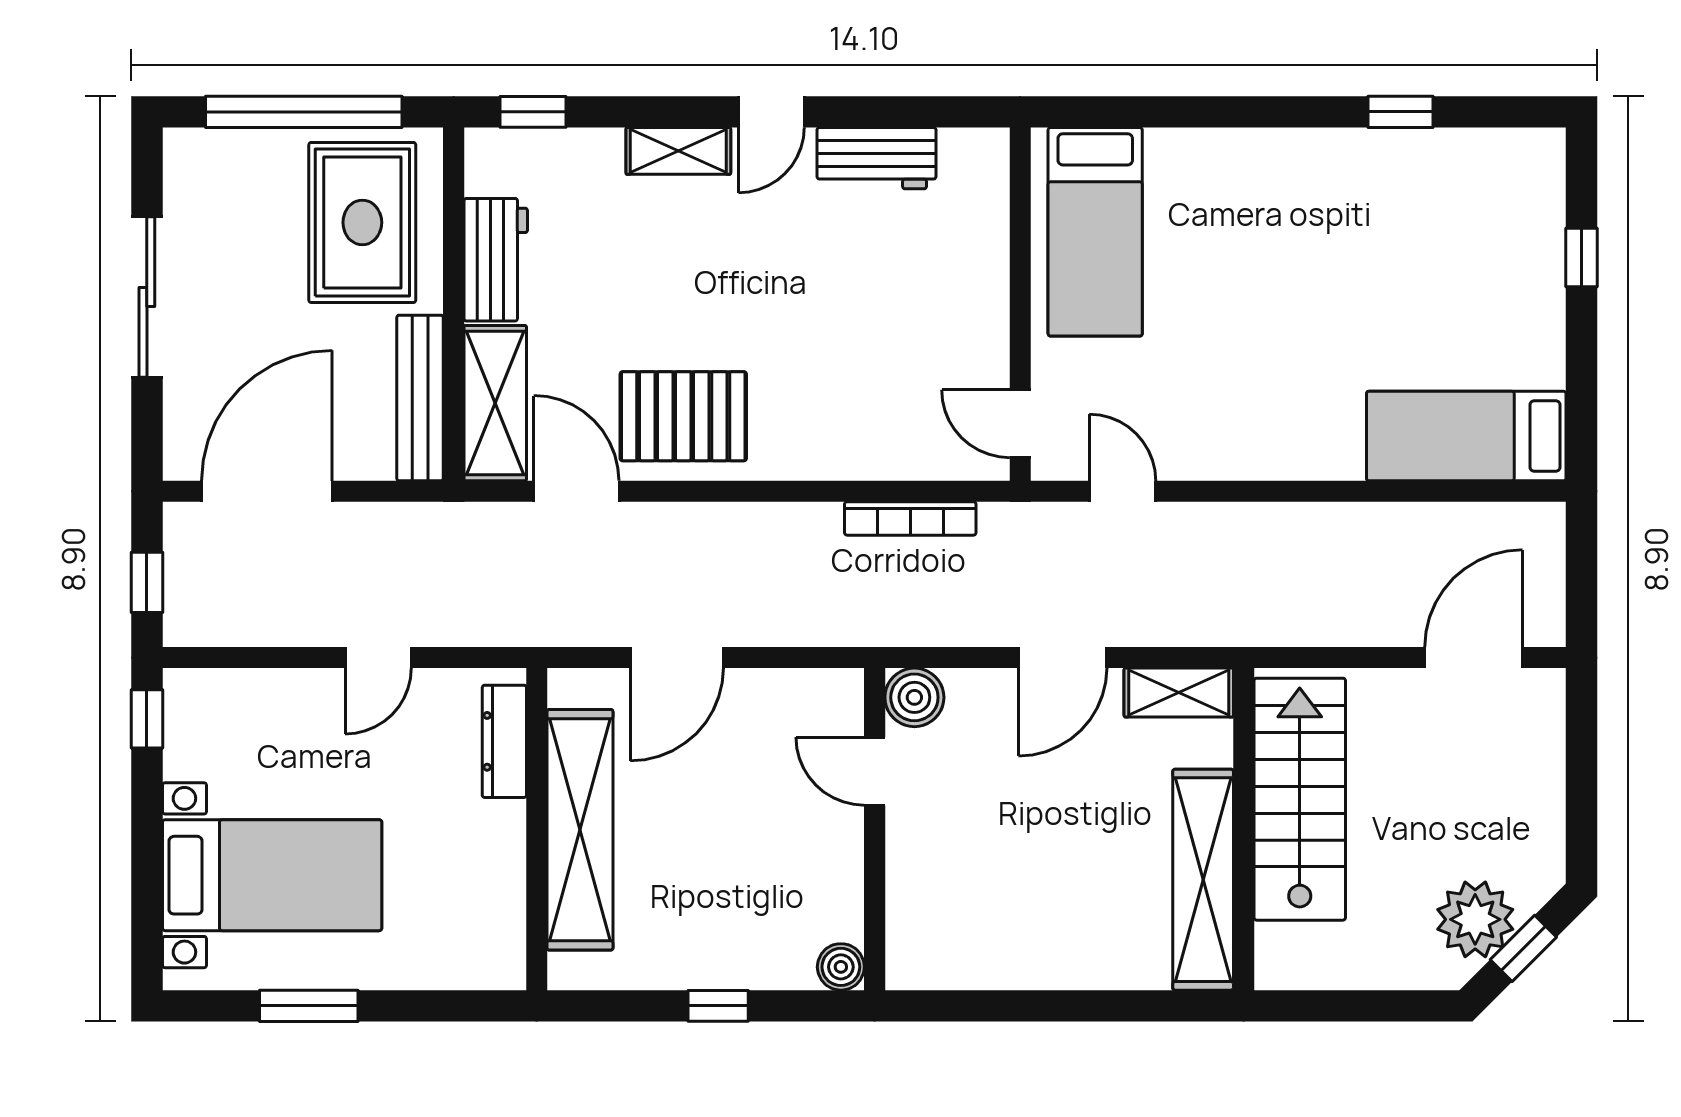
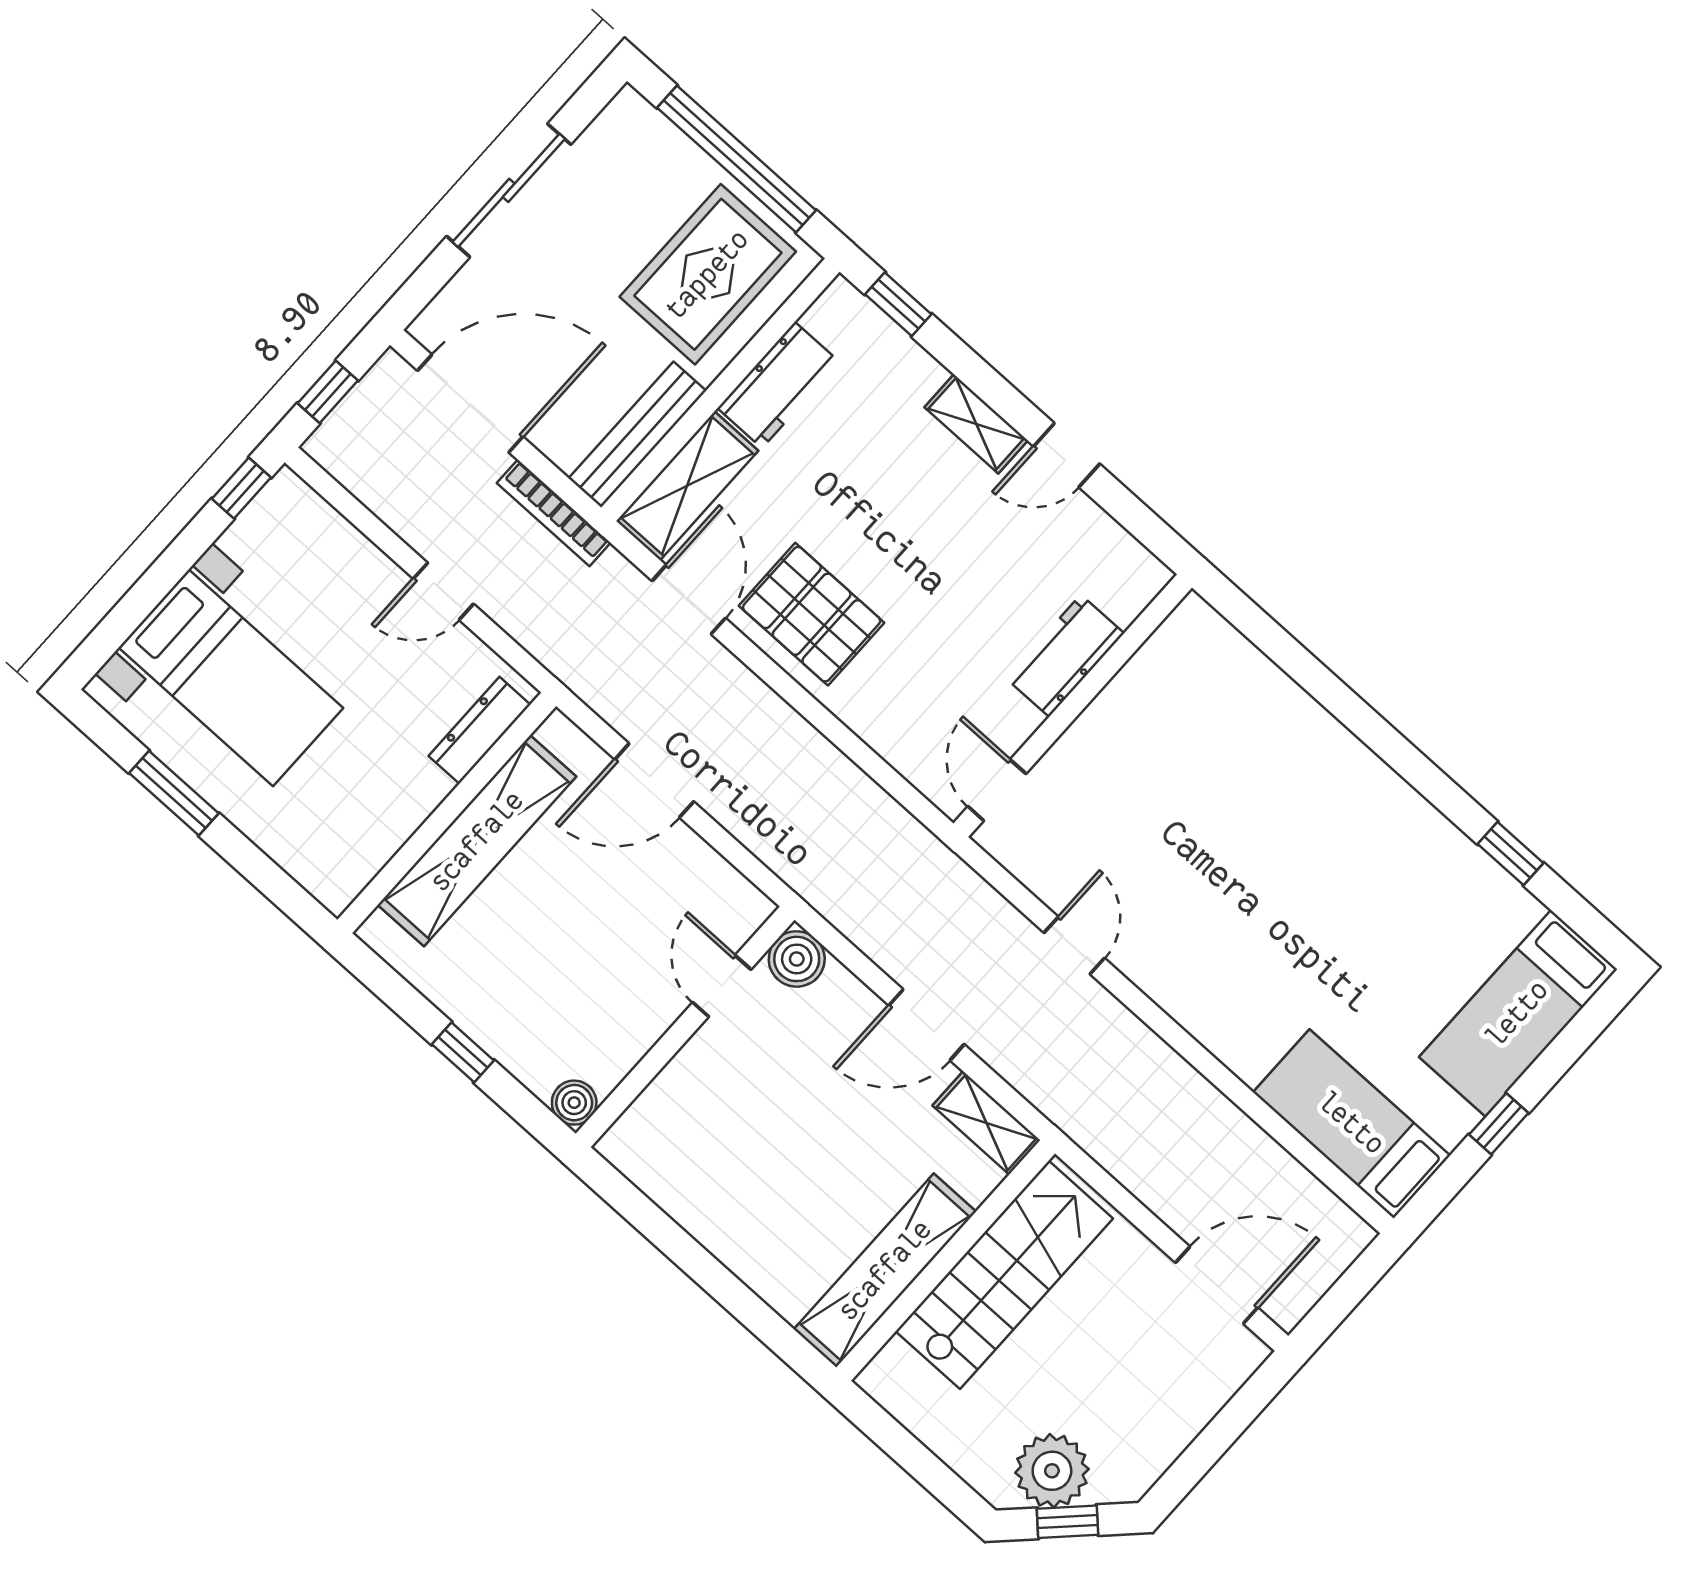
workbench: (876, 158) -> (1065, 656), moved, turned 90
bed: (1095, 232) -> (1518, 1013), moved
window: (1582, 257) -> (1499, 1124), moved
wall: (1020, 304) -> (1073, 706), moved
door: (1020, 424) -> (997, 790), moved
bookcase: (910, 518) -> (554, 513), moved

